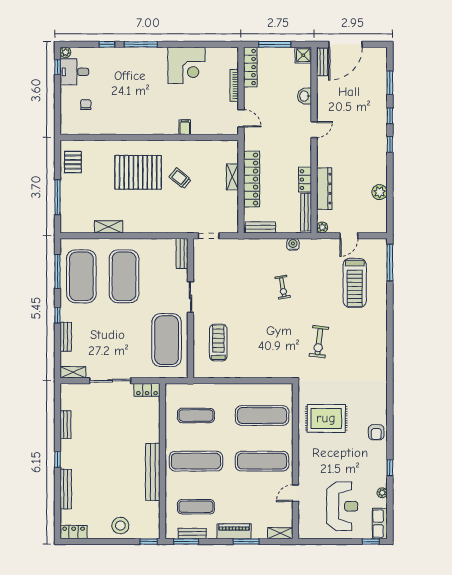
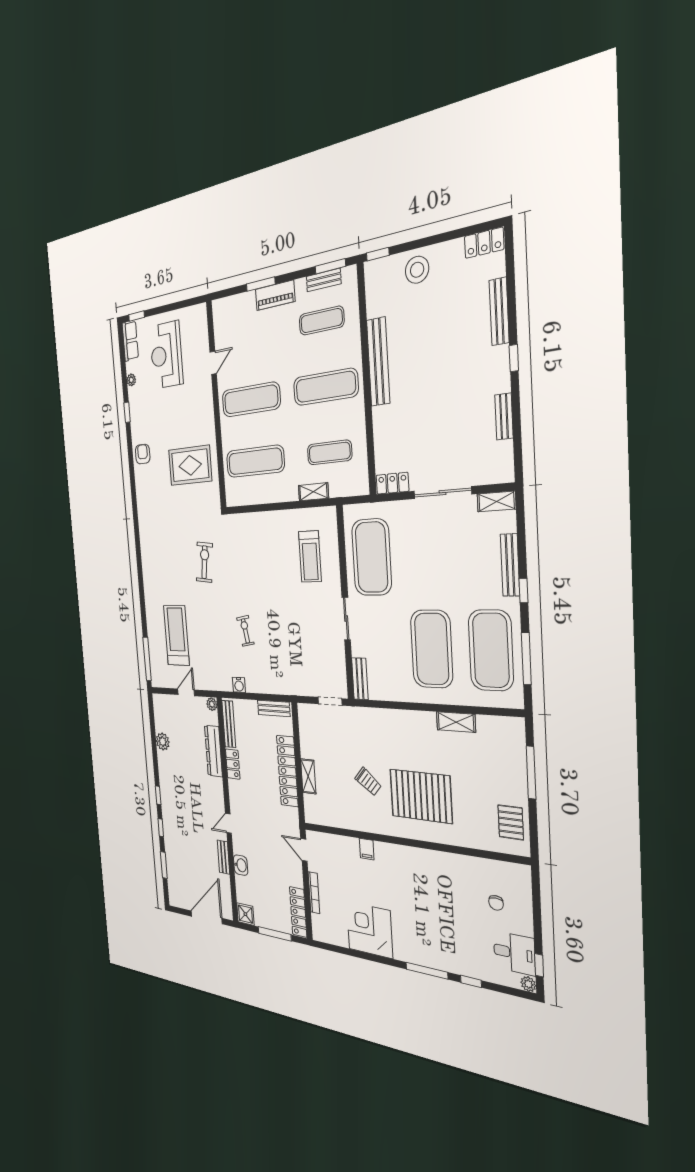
bench: (322, 62) -> (223, 857), moved
bench: (66, 337) -> (510, 565), width x1.36
shelving: (280, 533) -> (313, 492), moved

